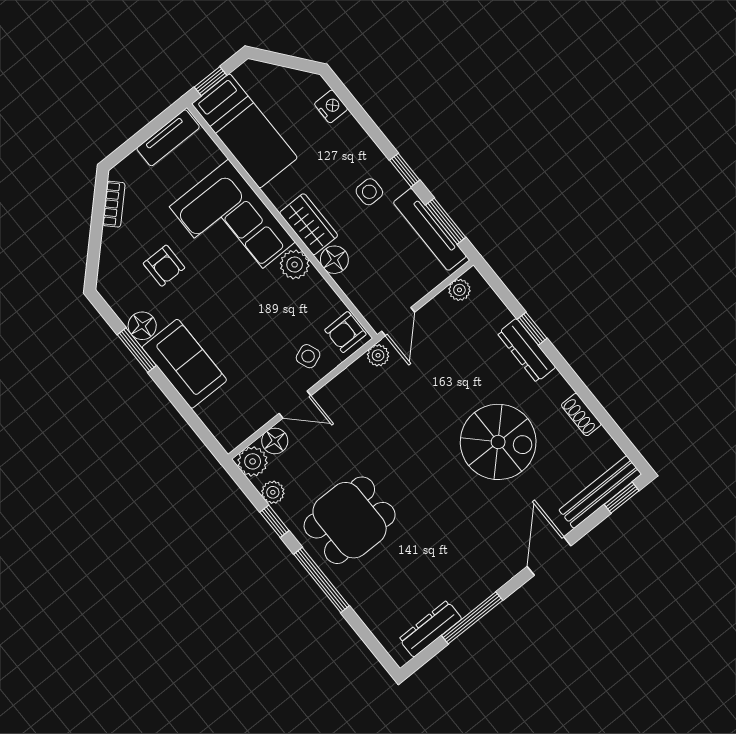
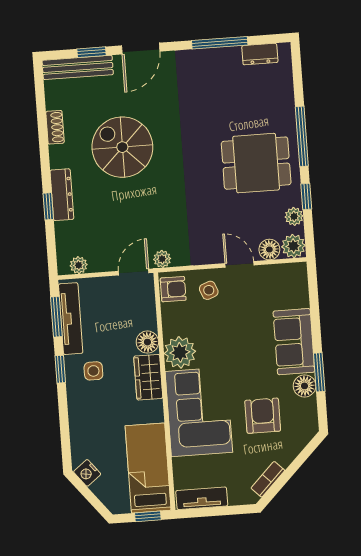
nightstand: (331, 106) -> (87, 473), moved, turned -39
plant: (295, 265) -> (180, 352), width x1.36, depth x1.36
armchair: (164, 266) -> (263, 416), width x1.38, depth x1.38
window: (622, 498) -> (91, 52), moved
dresser: (430, 629) -> (260, 54), width x0.70

